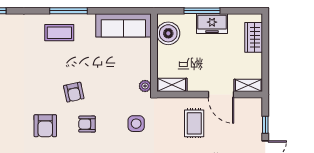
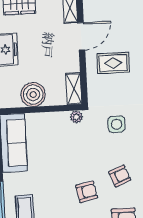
boiler: (168, 33) -> (33, 95), moved
armchair: (87, 124) -> (120, 176), turned -112

